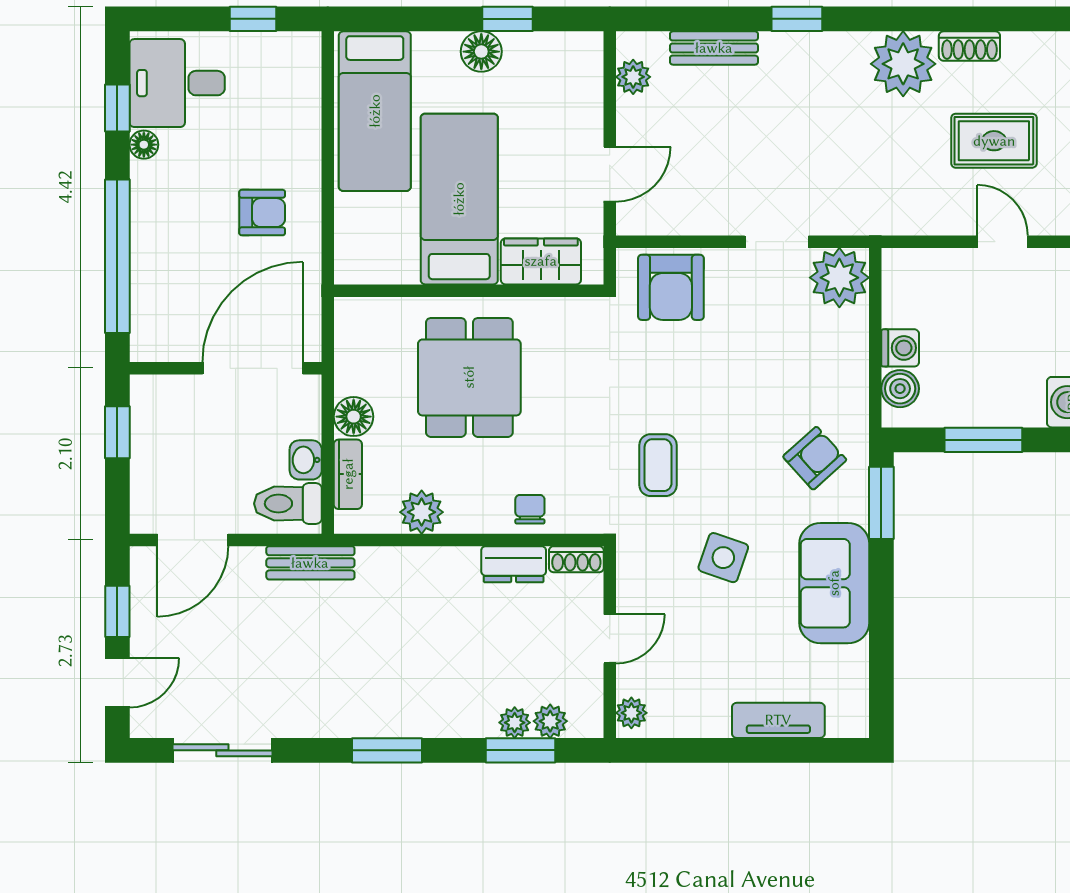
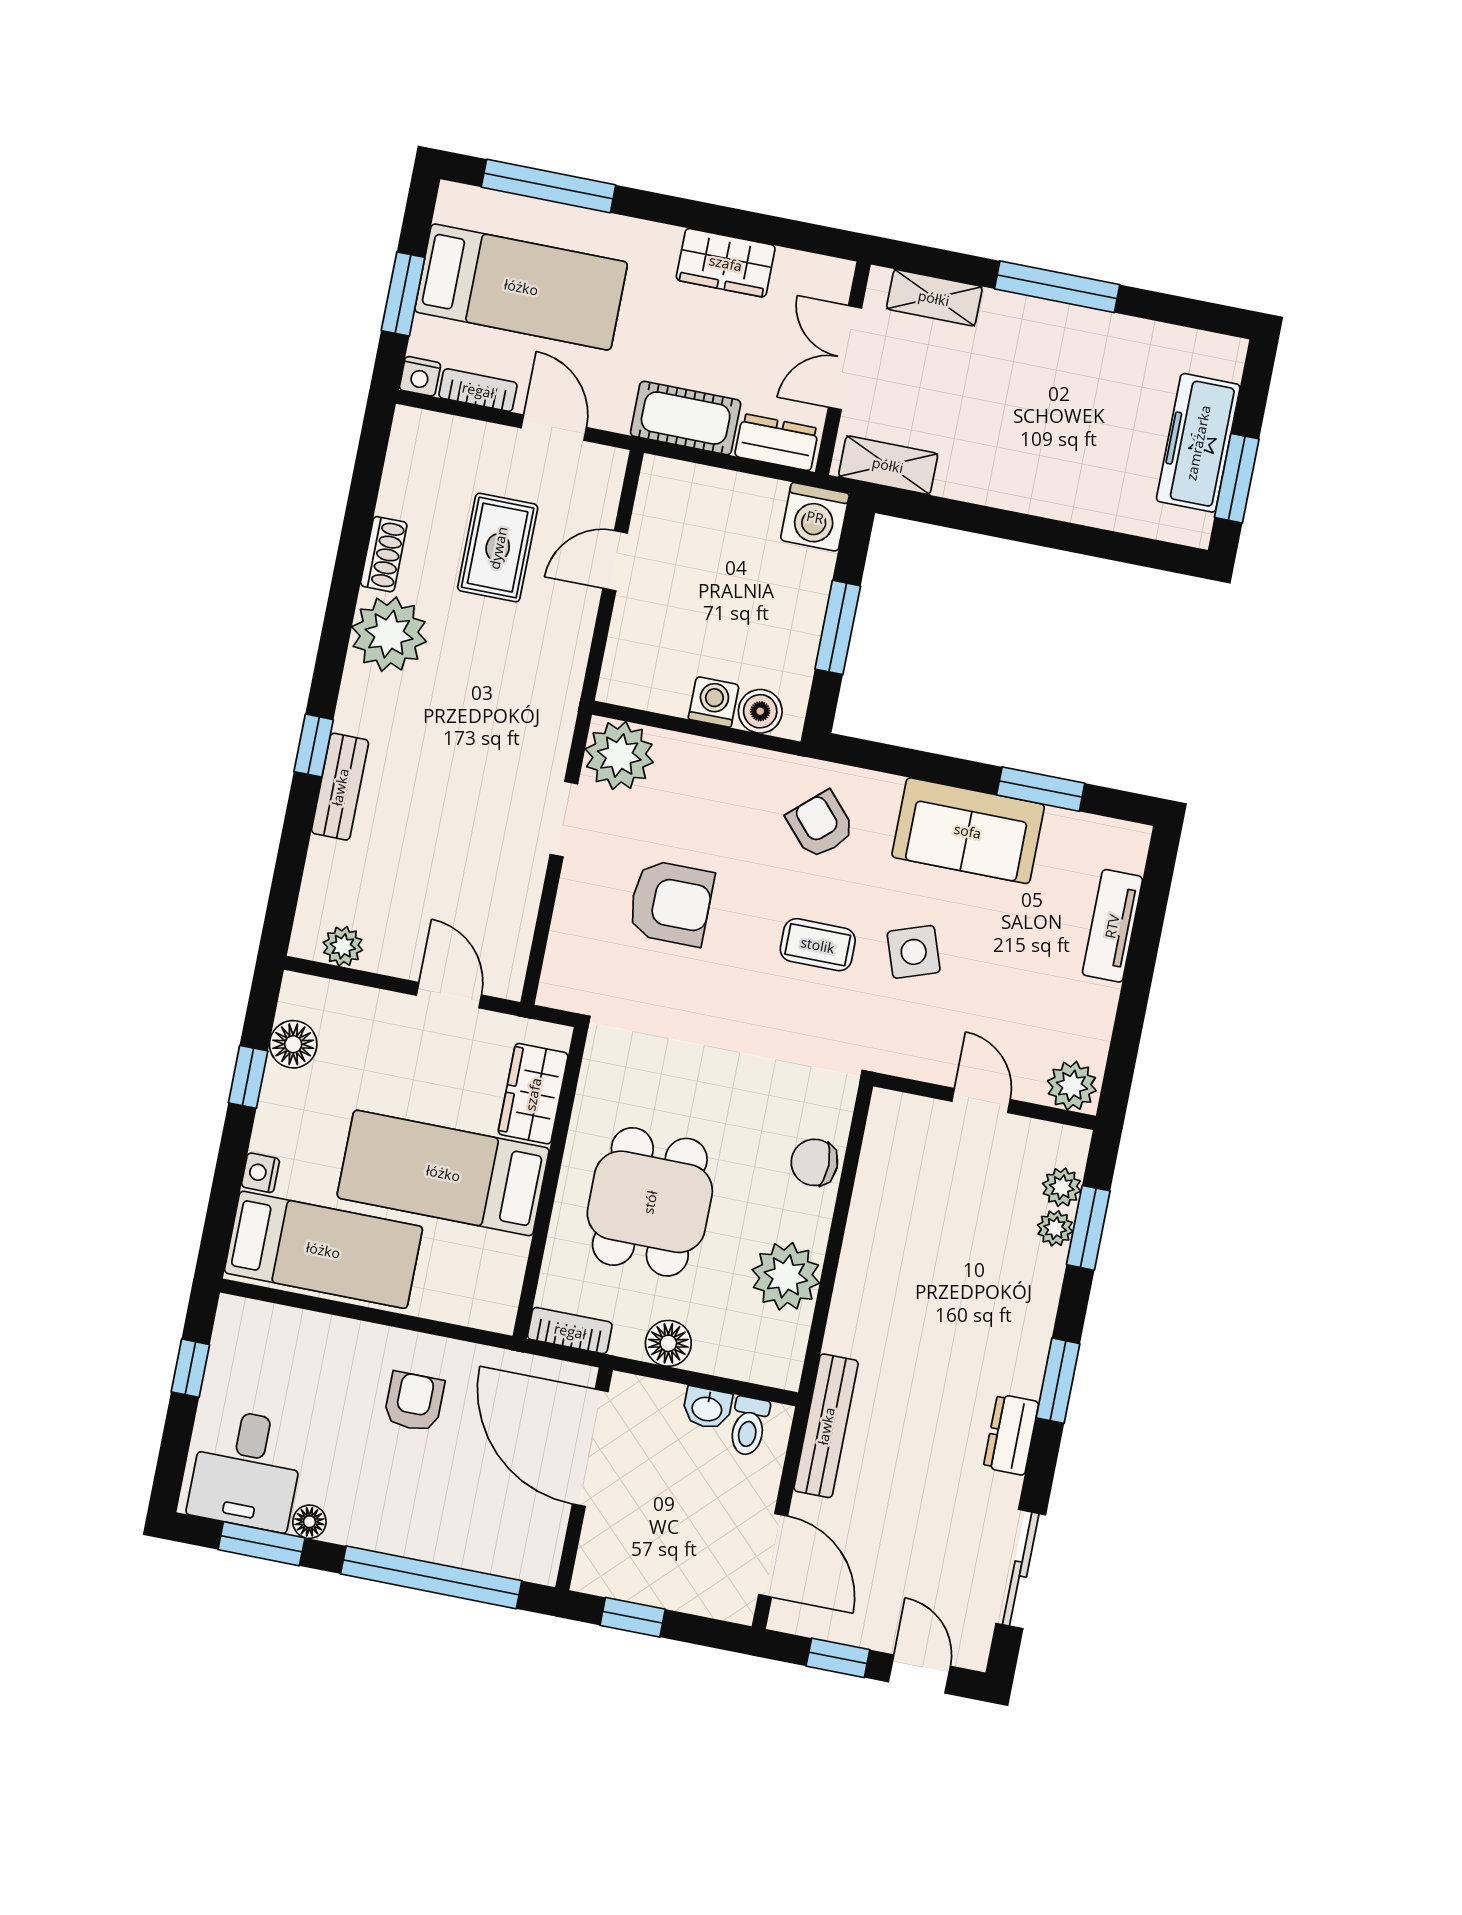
nightstand: (429, 45) -> (260, 1173), added
bench: (714, 48) -> (340, 787), moved
floor lamp: (481, 52) -> (293, 1044), moved
window: (117, 108) -> (261, 1544), width x1.50
armchair: (671, 287) -> (671, 903), moved
dining table: (469, 377) -> (650, 1202), turned 90
coffee table: (658, 465) -> (818, 945), moved
bookcase: (348, 474) -> (570, 1331), moved
window: (881, 503) -> (1041, 789), moved
toilet: (288, 504) -> (749, 1426), width x0.73, depth x0.72
chair: (530, 509) -> (814, 1162), width x1.37, depth x1.37
plant: (422, 512) -> (786, 1276), width x1.36, depth x1.36
side table: (723, 558) -> (914, 952), turned -38
shoe rack: (576, 559) -> (882, 1121), removed
bench: (310, 563) -> (826, 1426), width x1.36
dresser: (514, 564) -> (1011, 1435), moved, turned 180
plant: (631, 713) -> (1072, 1086), width x1.38, depth x1.38

